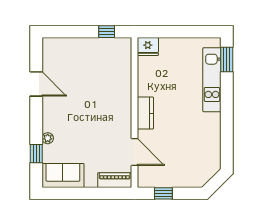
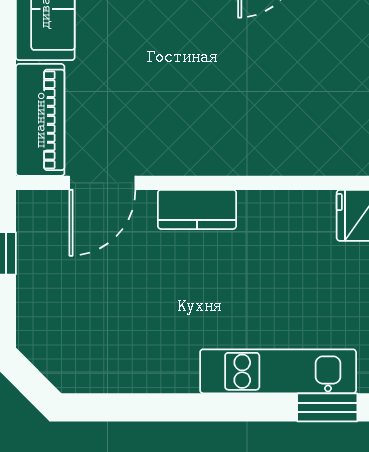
piano: (115, 180) -> (40, 120), width x1.37, depth x1.33

